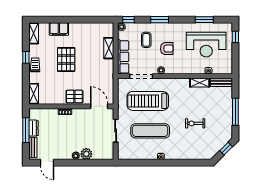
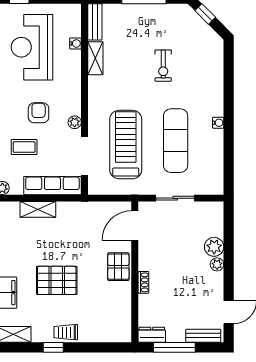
reception desk: (206, 45) -> (32, 47), turned 180
shelving: (34, 94) -> (114, 335), removed
treadmill: (148, 101) -> (126, 145), turned 180
dresser: (34, 128) -> (152, 335), moved

